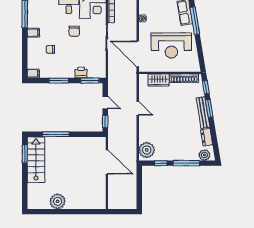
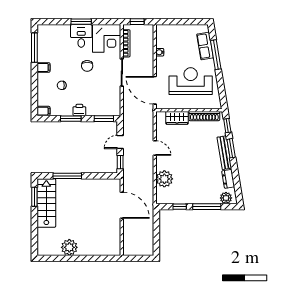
reception desk: (171, 46) -> (191, 81), turned 180
printer: (81, 73) -> (79, 110), moved
door: (105, 103) -> (120, 142), swing flipped
plant: (147, 150) -> (164, 179), moved

